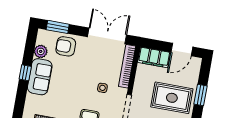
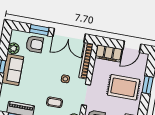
window: (58, 27) -> (39, 30), moved
double door: (107, 36) -> (69, 35), swing flipped
armchair: (66, 46) -> (35, 44), turned 180

